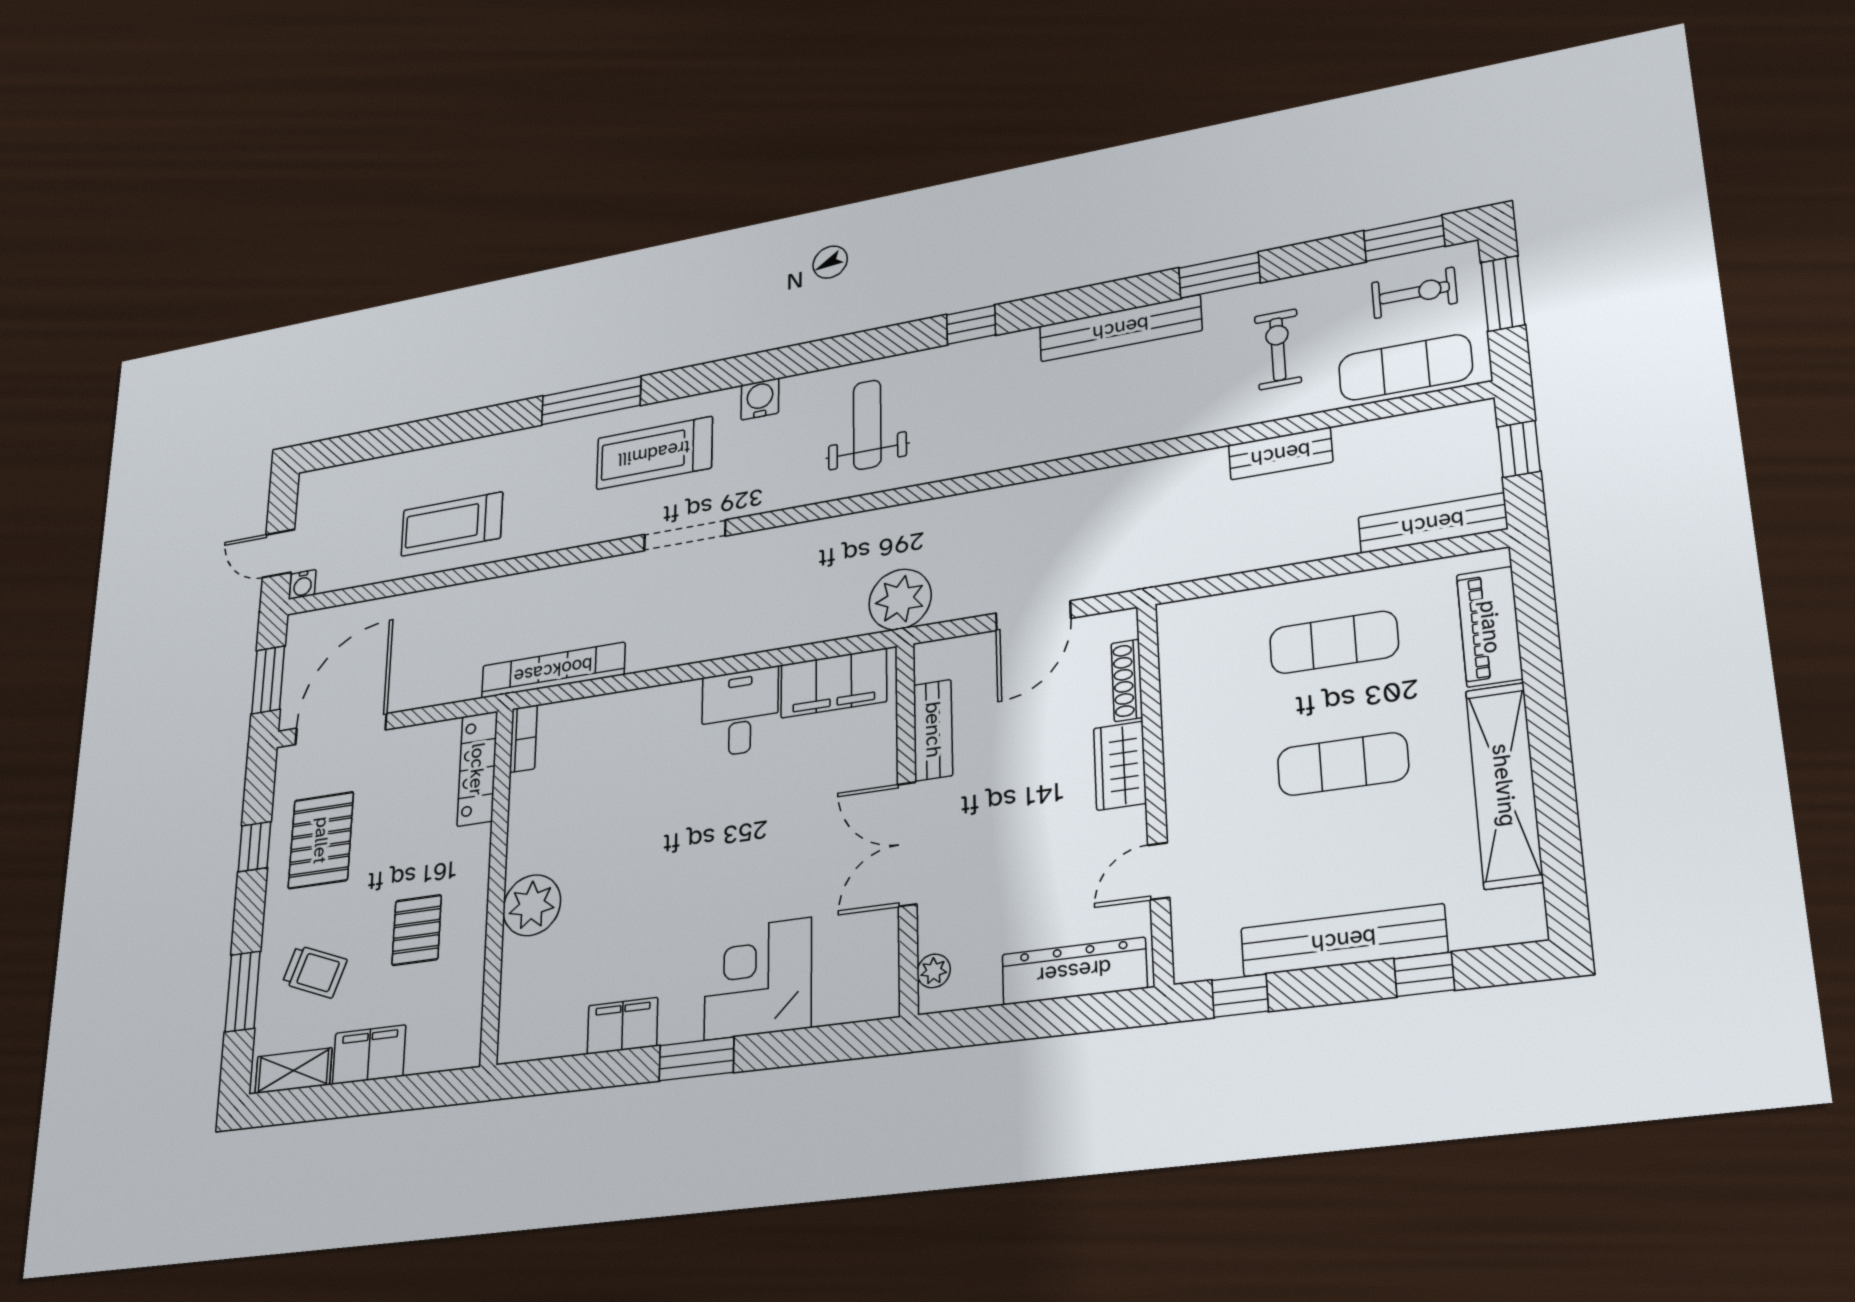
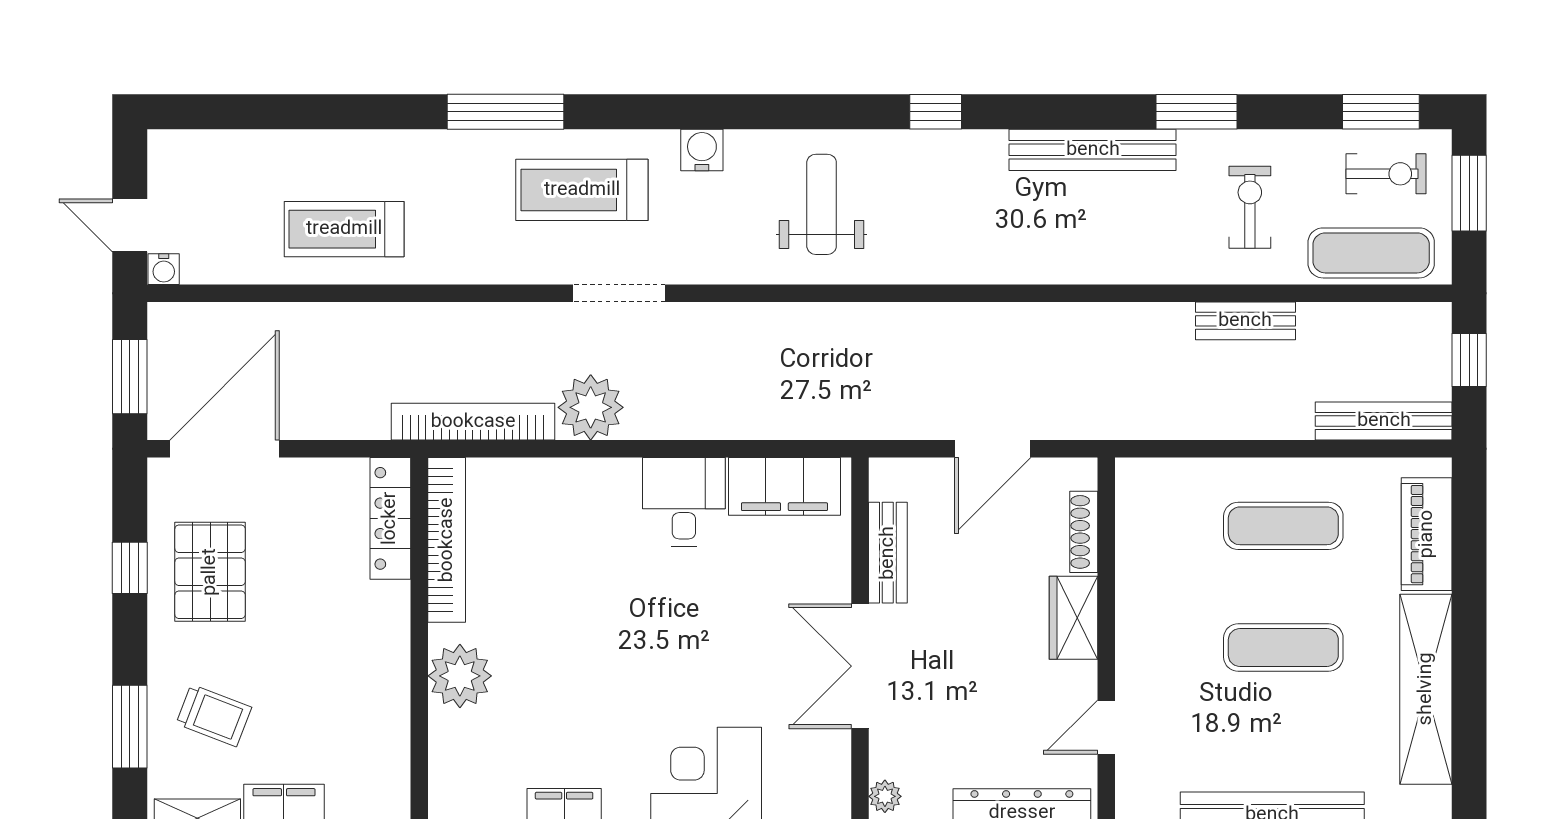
plant: (900, 599) -> (591, 407), moved
bookcase: (523, 739) -> (447, 540), width x2.31, depth x1.31
pallet: (417, 930) -> (330, 686), removed

